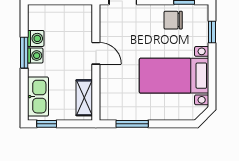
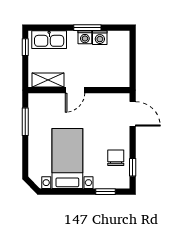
door: (96, 53) -> (75, 90), moved

